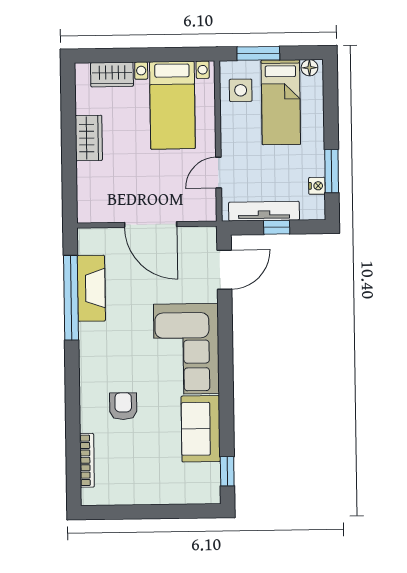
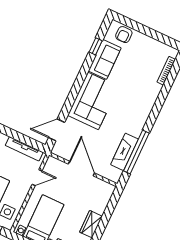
window: (277, 227) -> (22, 138), removed
armchair: (123, 406) -> (124, 35), moved
window: (227, 471) -> (96, 46), moved

